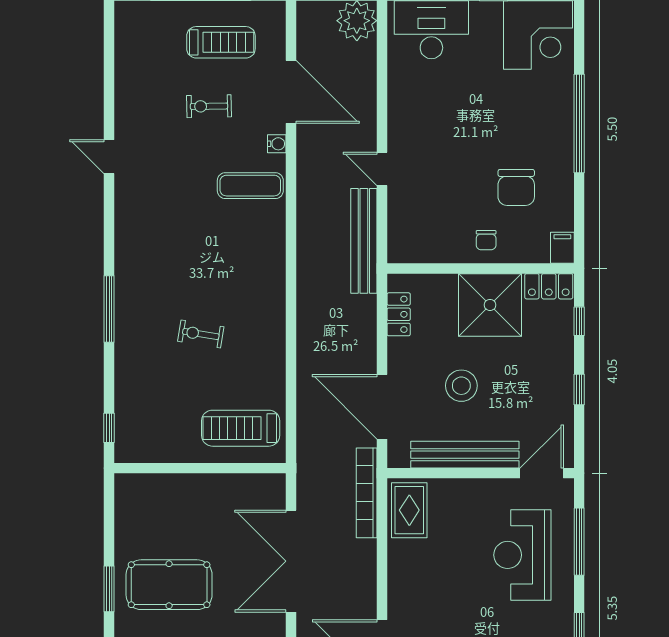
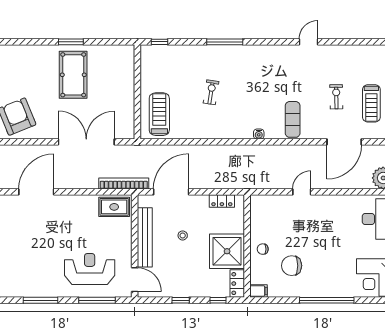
water cooler: (277, 144) -> (259, 134), moved
bench: (364, 241) -> (262, 182), removed
stool: (461, 386) -> (183, 235), width x0.53, depth x0.53

